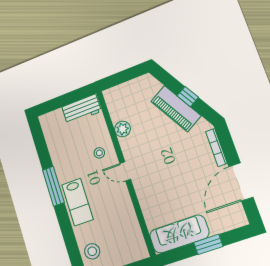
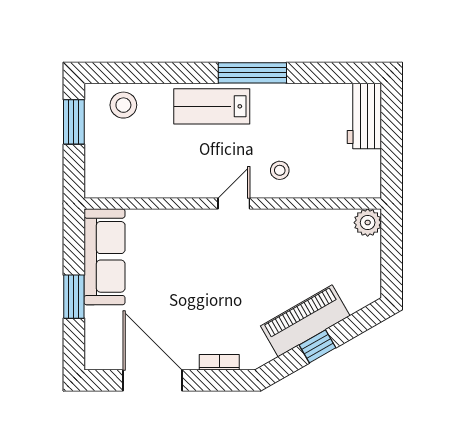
workbench: (81, 109) -> (364, 116), moved
plant: (122, 129) -> (368, 223), moved
bookcase: (216, 147) -> (219, 362), width x0.64

